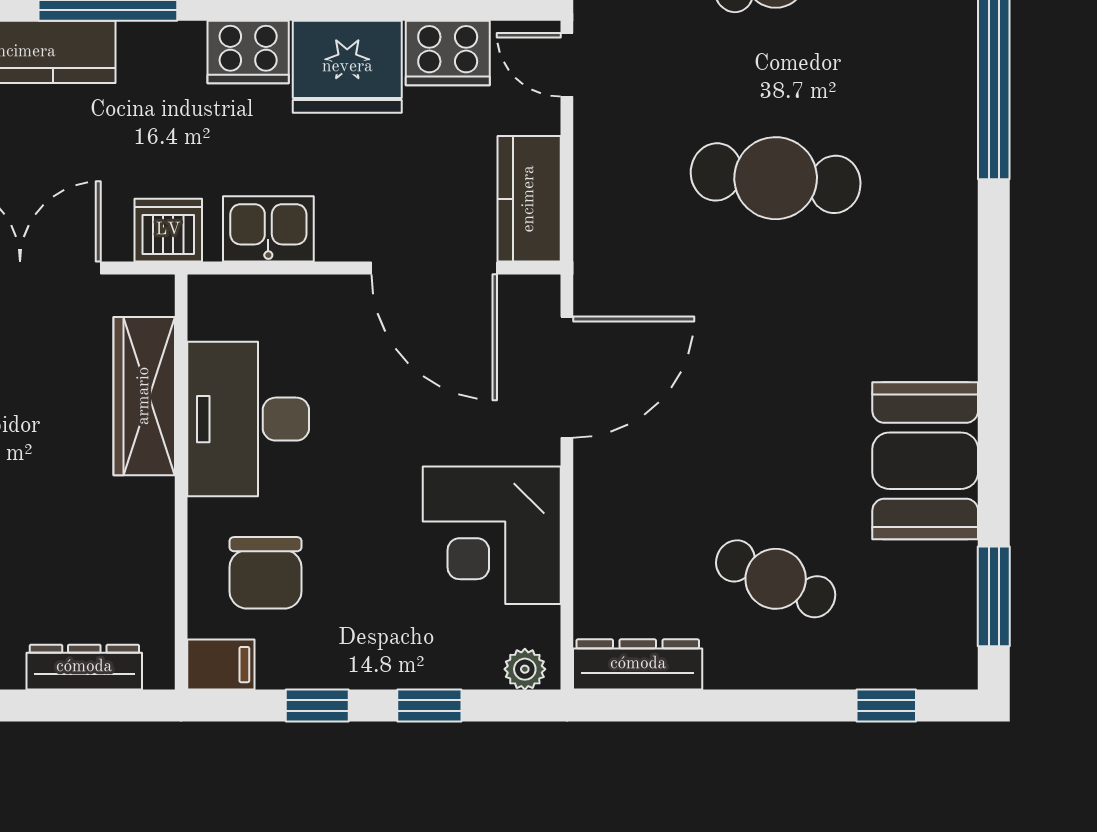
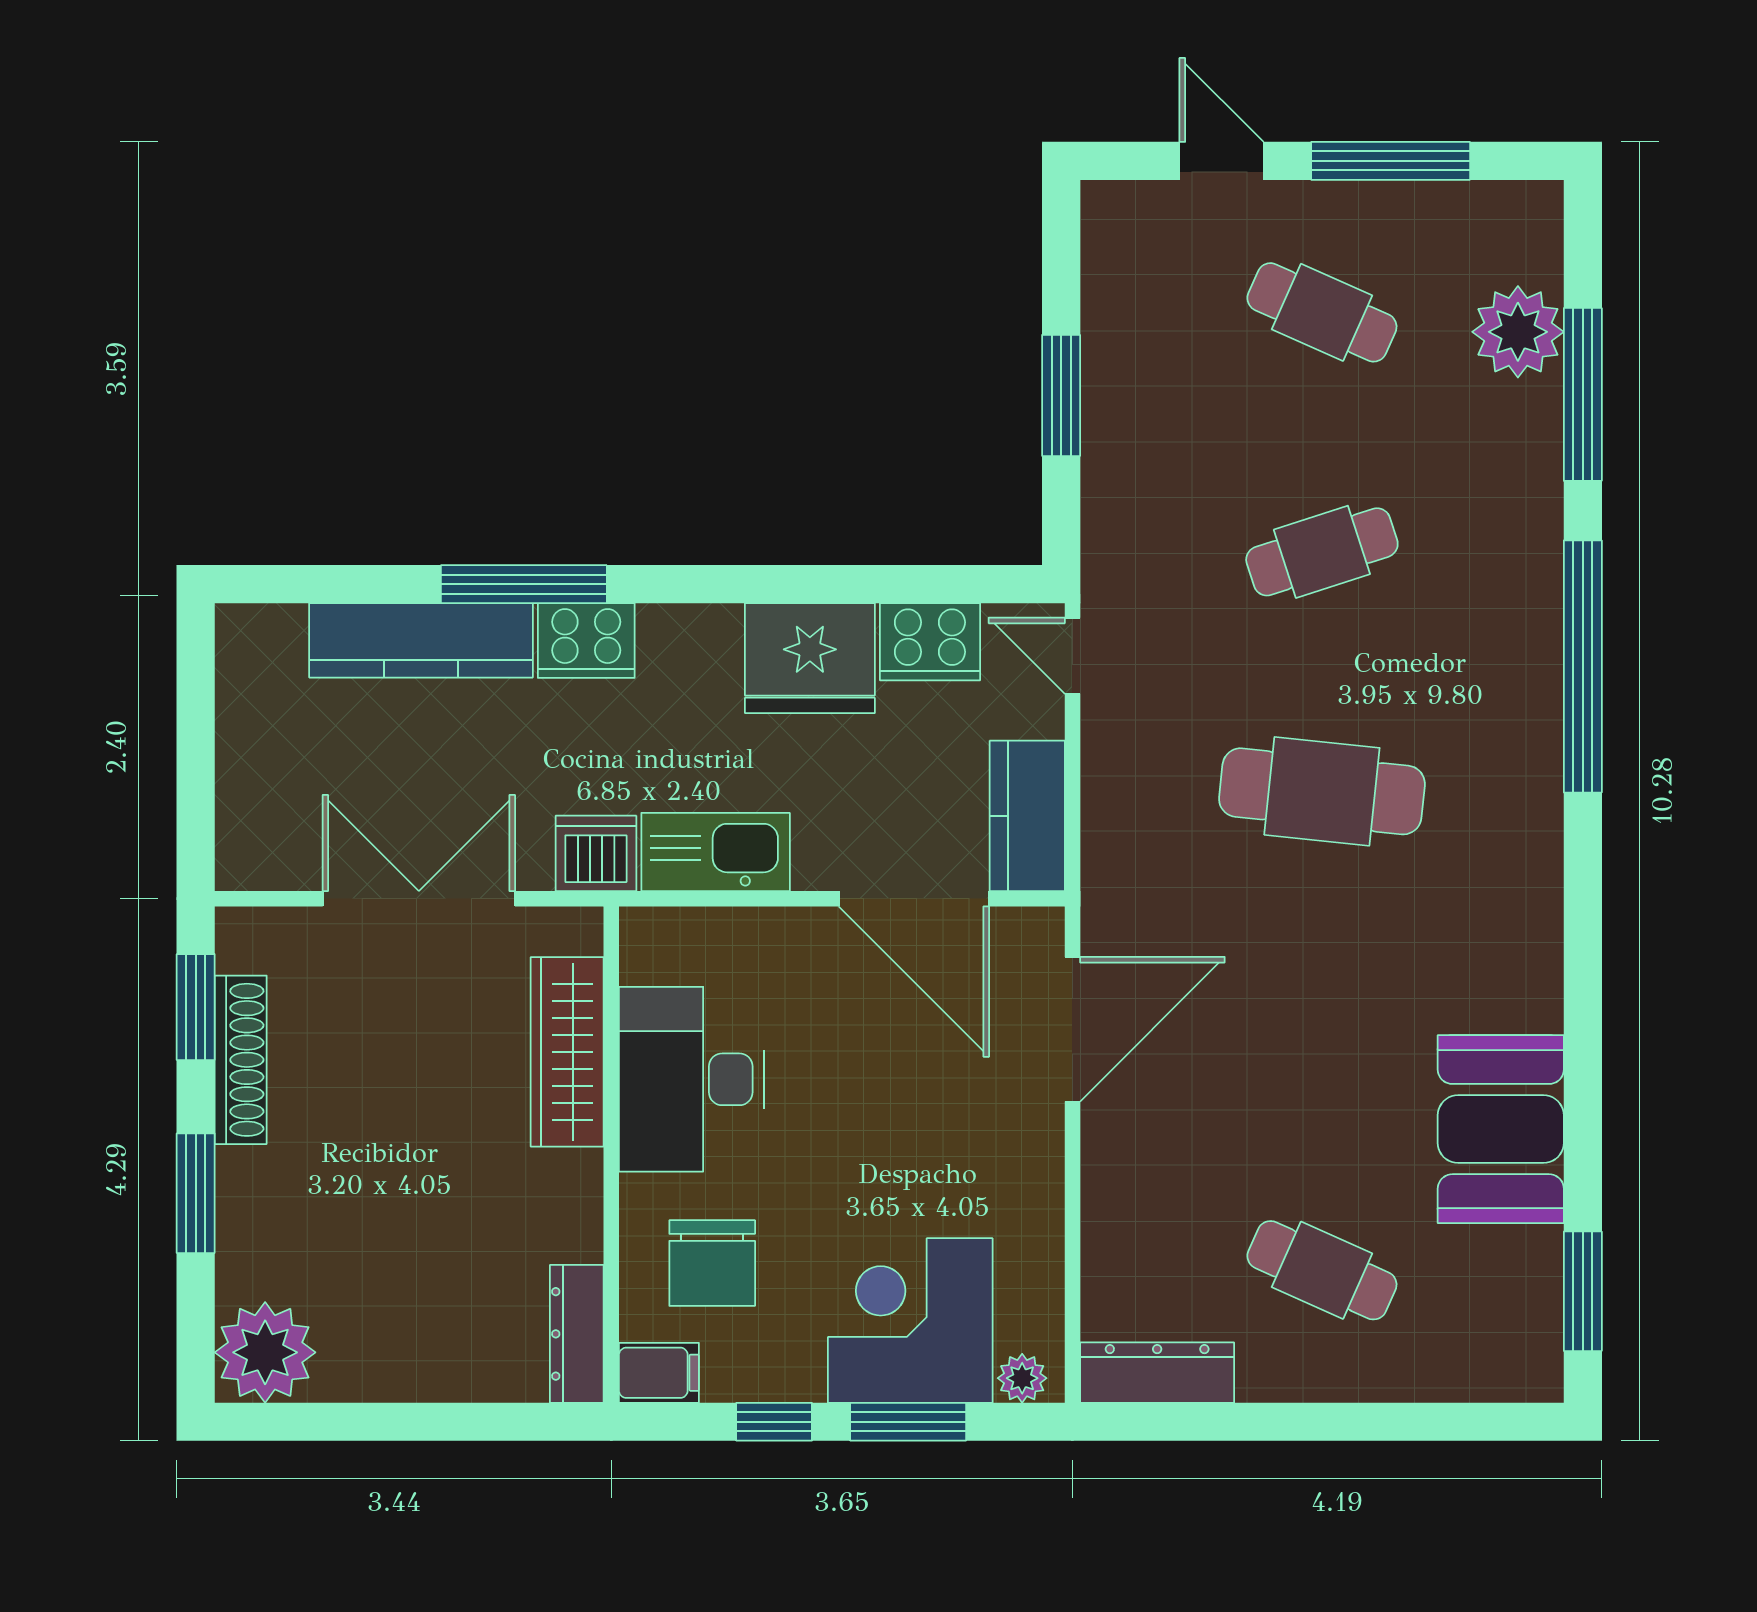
cooker: (248, 52) -> (586, 641), moved
kitchen sink: (268, 229) -> (716, 852), width x1.38
corner desk: (492, 535) -> (910, 1320), moved, turned 90
dresser: (84, 667) -> (577, 1334), moved, turned -90
window: (429, 706) -> (908, 1422), width x1.50
window: (886, 706) -> (1454, 1422), removed

